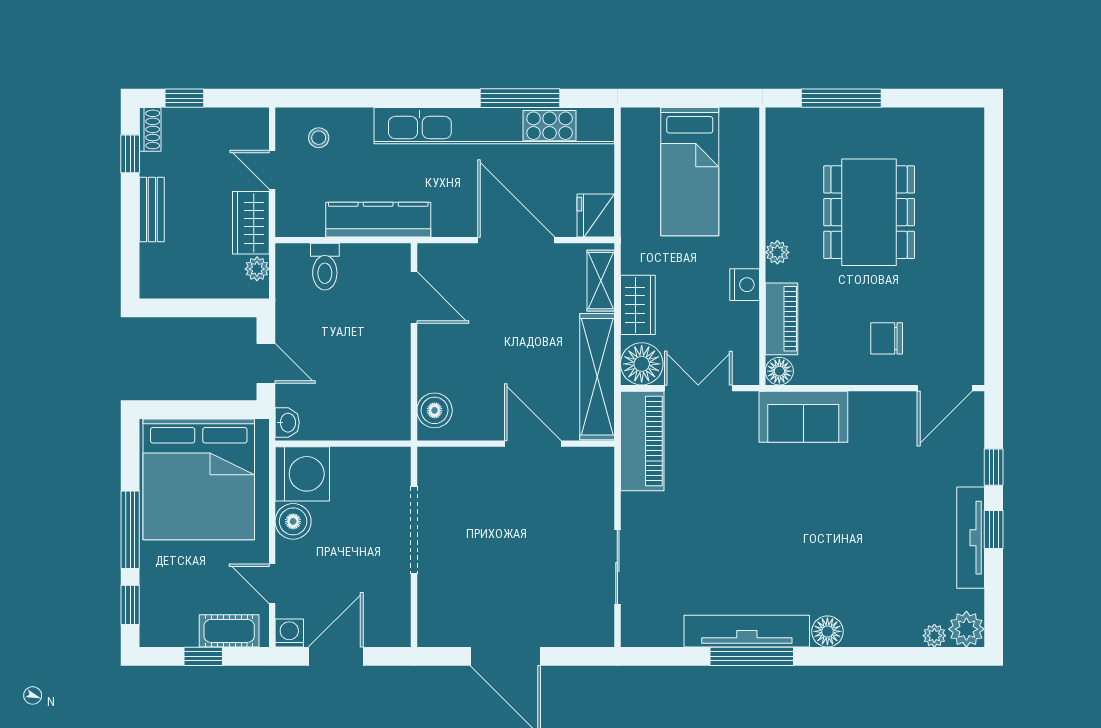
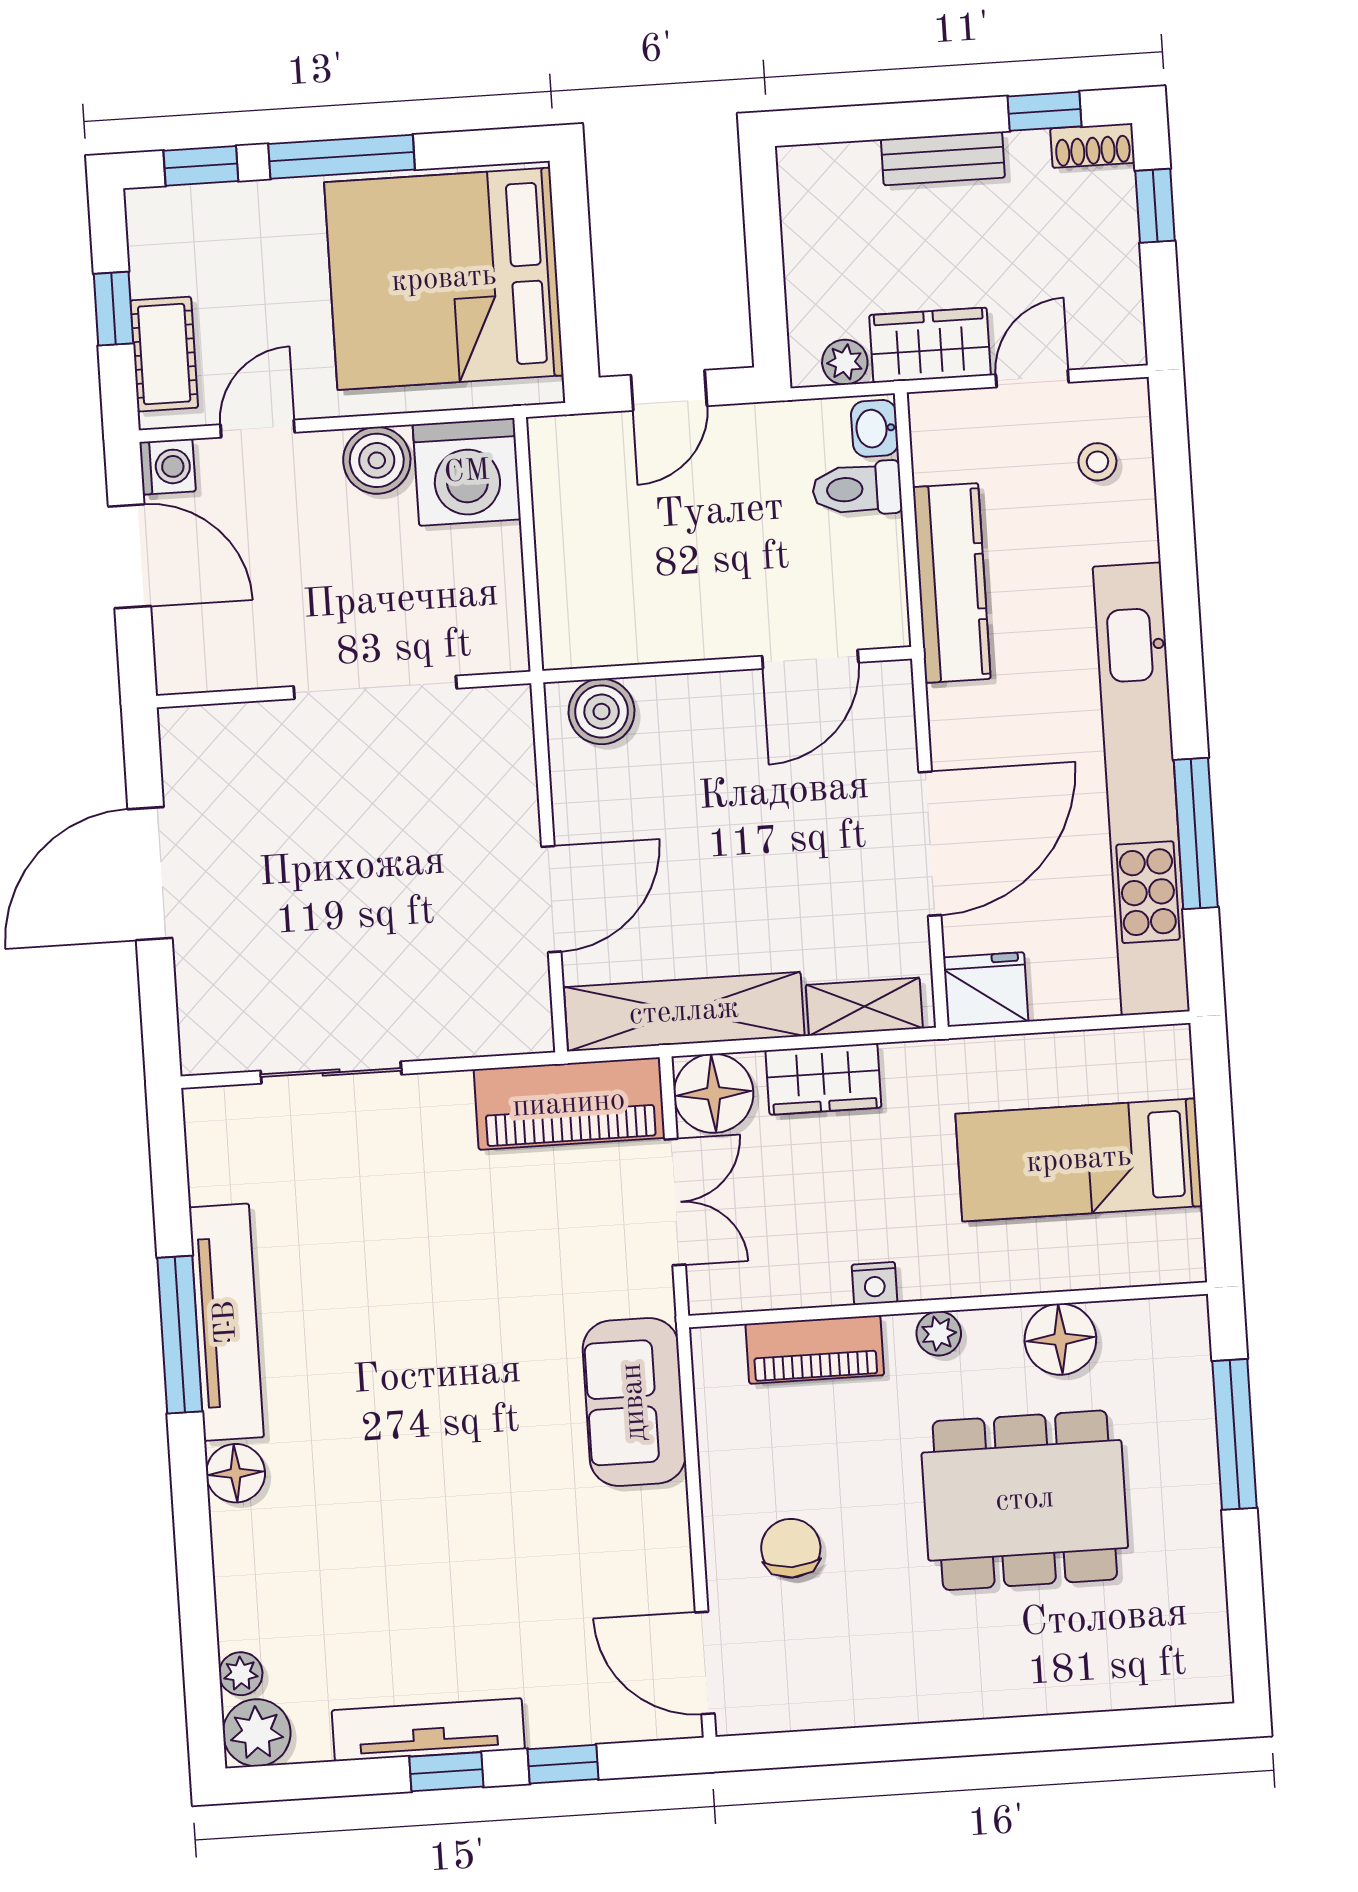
nightstand: (745, 285) -> (875, 1283), width x0.72, depth x0.74
floor lamp: (779, 371) -> (1060, 1339), moved, width x1.38, depth x1.38
washbasin: (287, 423) -> (875, 428), moved, turned 90

